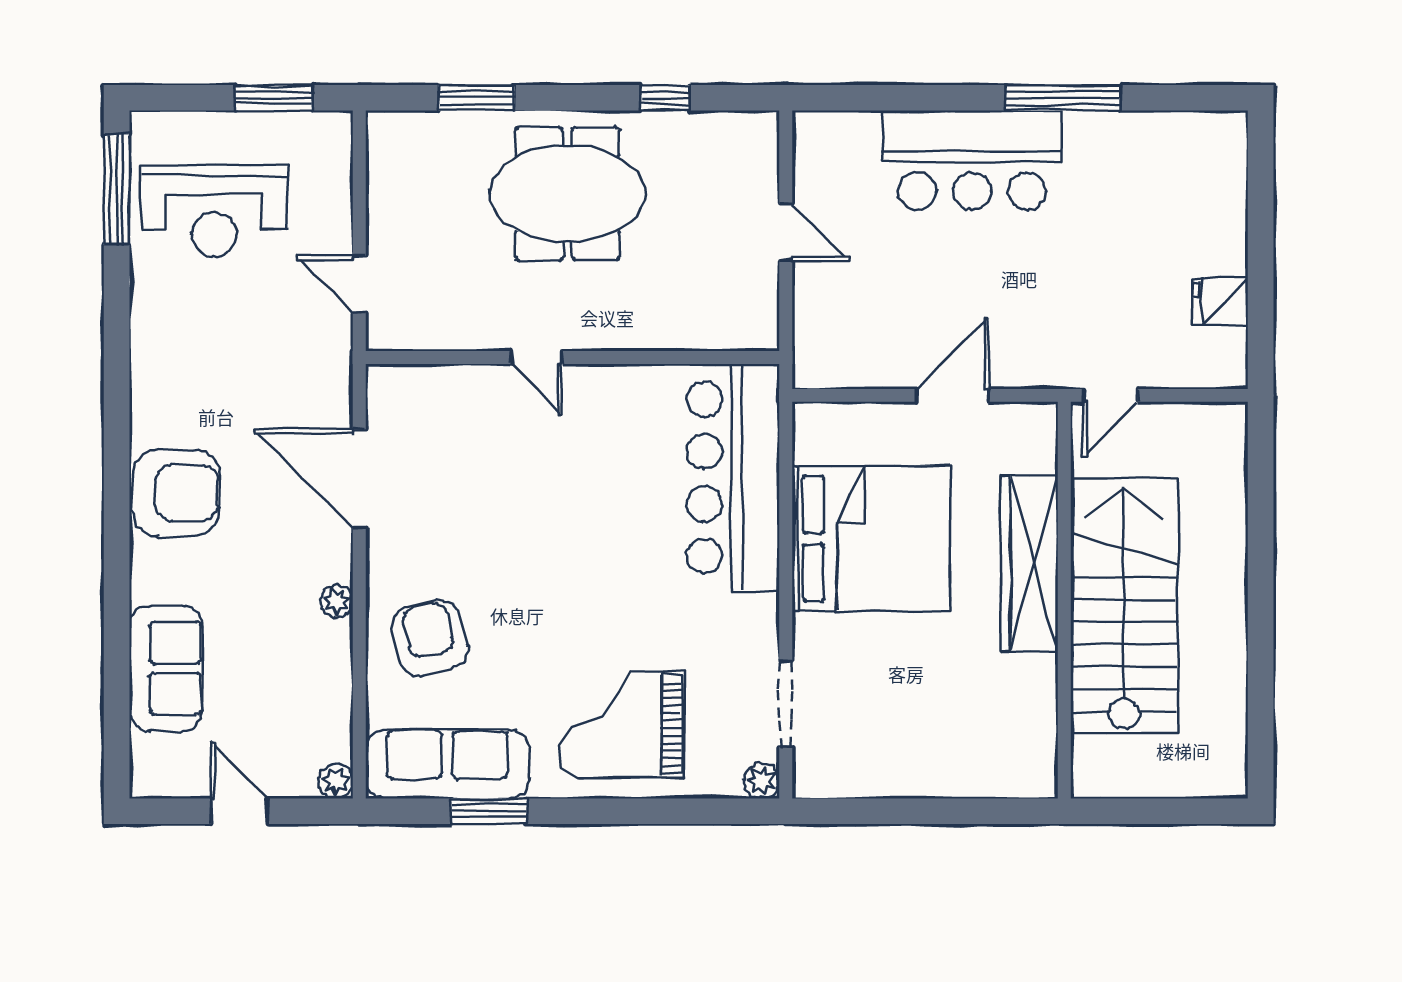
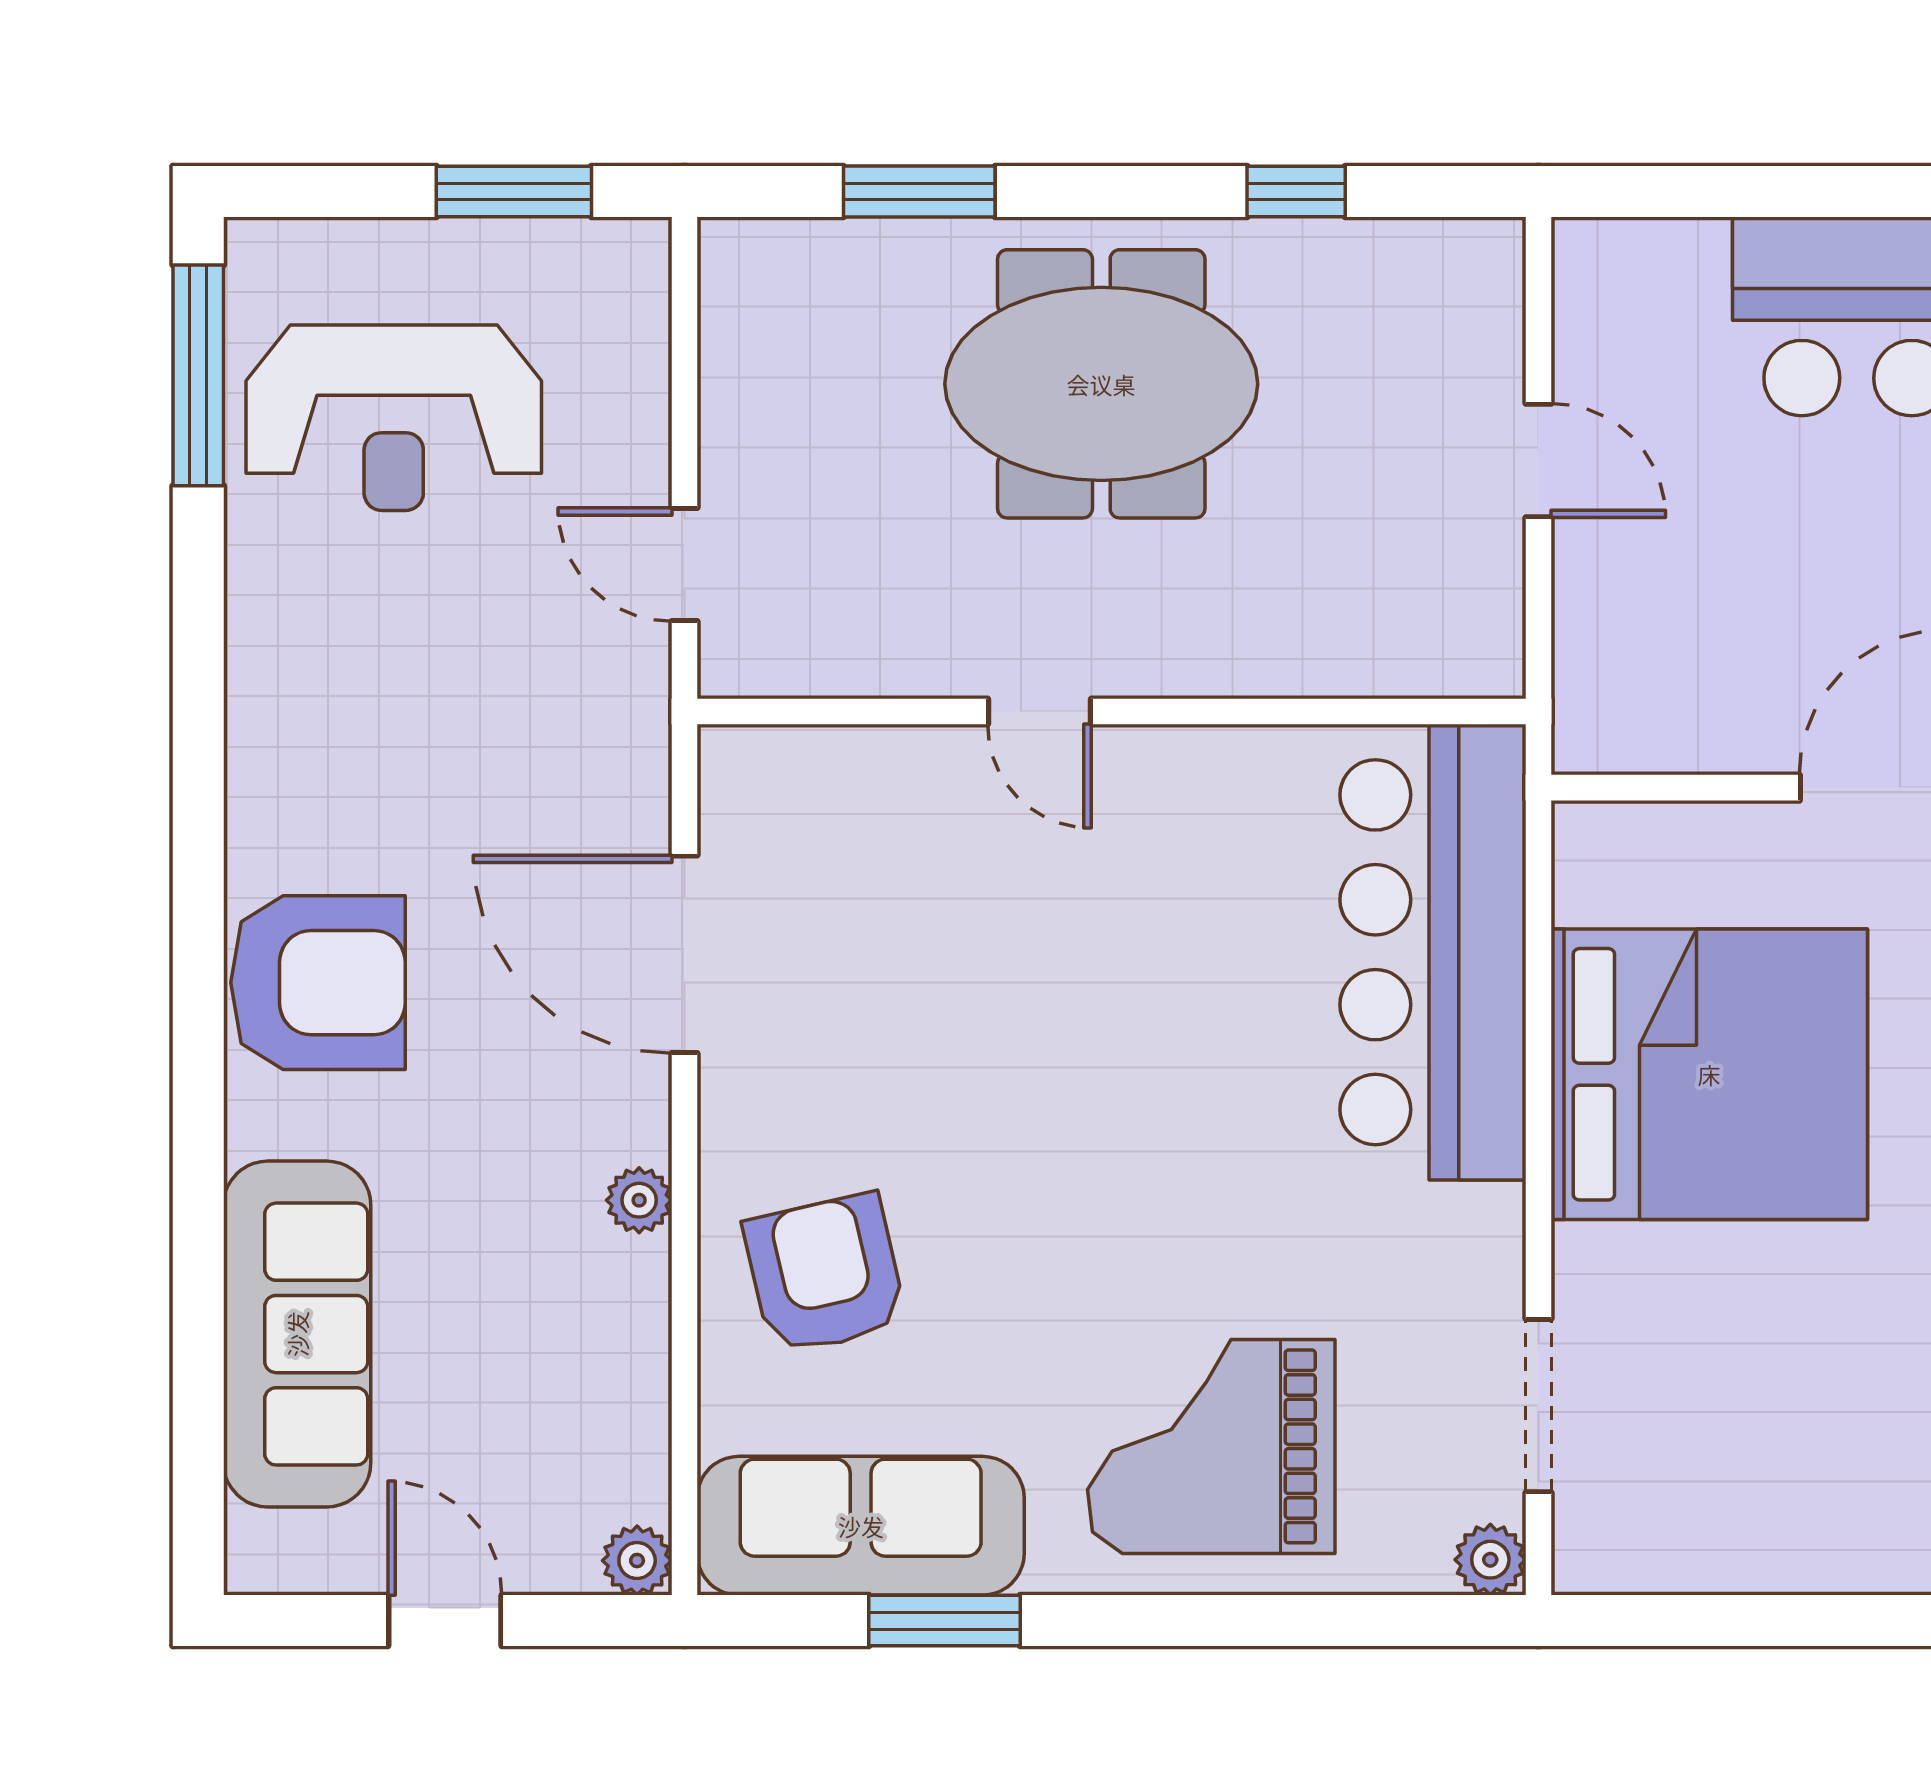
sofa: (166, 668) -> (297, 1334), width x1.36

